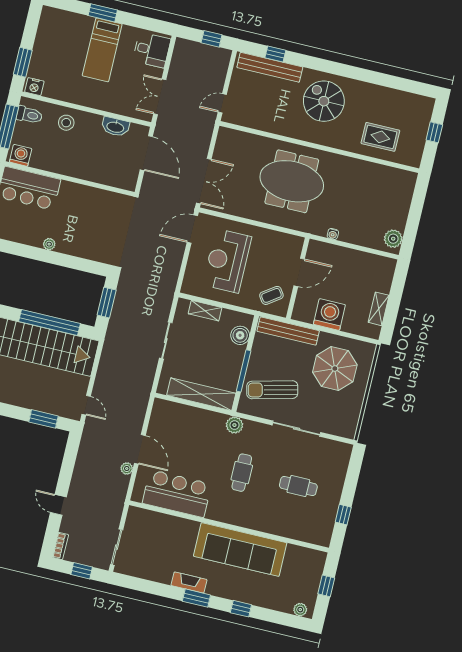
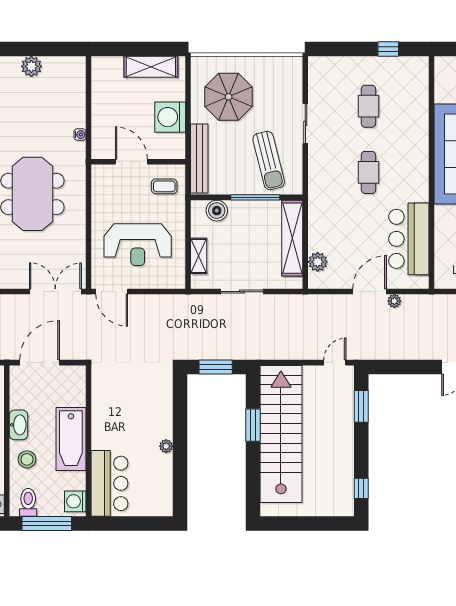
washbasin: (115, 127) -> (19, 425), moved
bathtub: (75, 164) -> (71, 439), added
plant: (393, 239) -> (31, 66), moved
coffee table: (271, 295) -> (164, 186), turned -55
shelving: (379, 309) -> (151, 67), width x1.50, depth x1.33
window: (50, 323) -> (253, 425), width x0.47
plant: (234, 425) -> (318, 262), moved
sliding door: (296, 429) -> (305, 123), width x0.73
cafe table: (242, 473) -> (368, 172), turned 90

